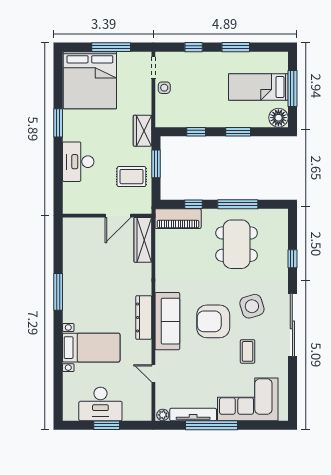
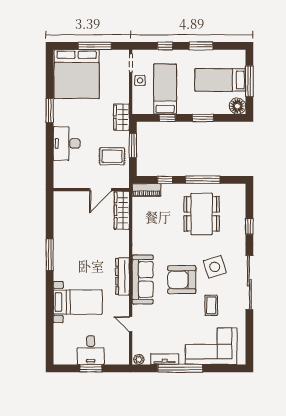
bed: (194, 98) -> (165, 89), added
piano: (178, 219) -> (147, 190), width x0.73, depth x0.75
desk: (100, 404) -> (91, 350), width x0.73
tv unit: (193, 415) -> (165, 359), width x0.71

